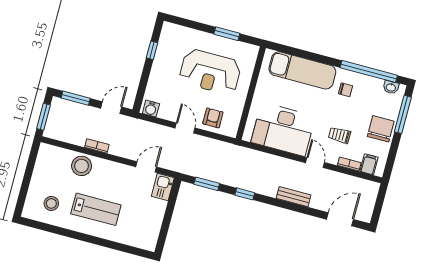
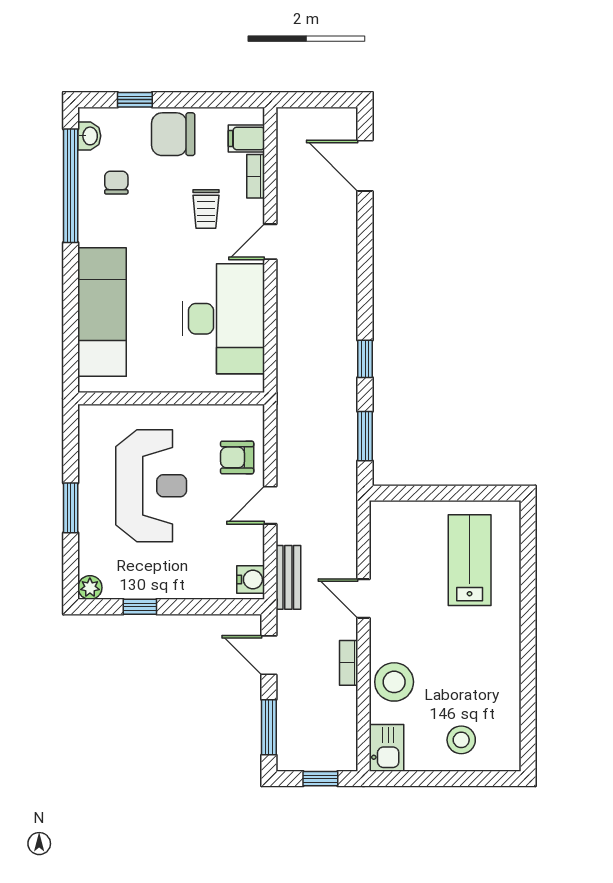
plant: (168, 28) -> (90, 588), added
window: (227, 34) -> (71, 508), moved
chair: (345, 90) -> (116, 183), moved
window: (403, 114) -> (135, 100), width x0.46
window: (43, 117) -> (320, 779), width x0.67
door: (146, 167) -> (364, 598), moved
kitchen sink: (163, 187) -> (386, 748), moved, turned -90
bench: (294, 197) -> (288, 577), moved
stool: (51, 203) -> (461, 740), moved
lab bench: (96, 209) -> (470, 560), moved

